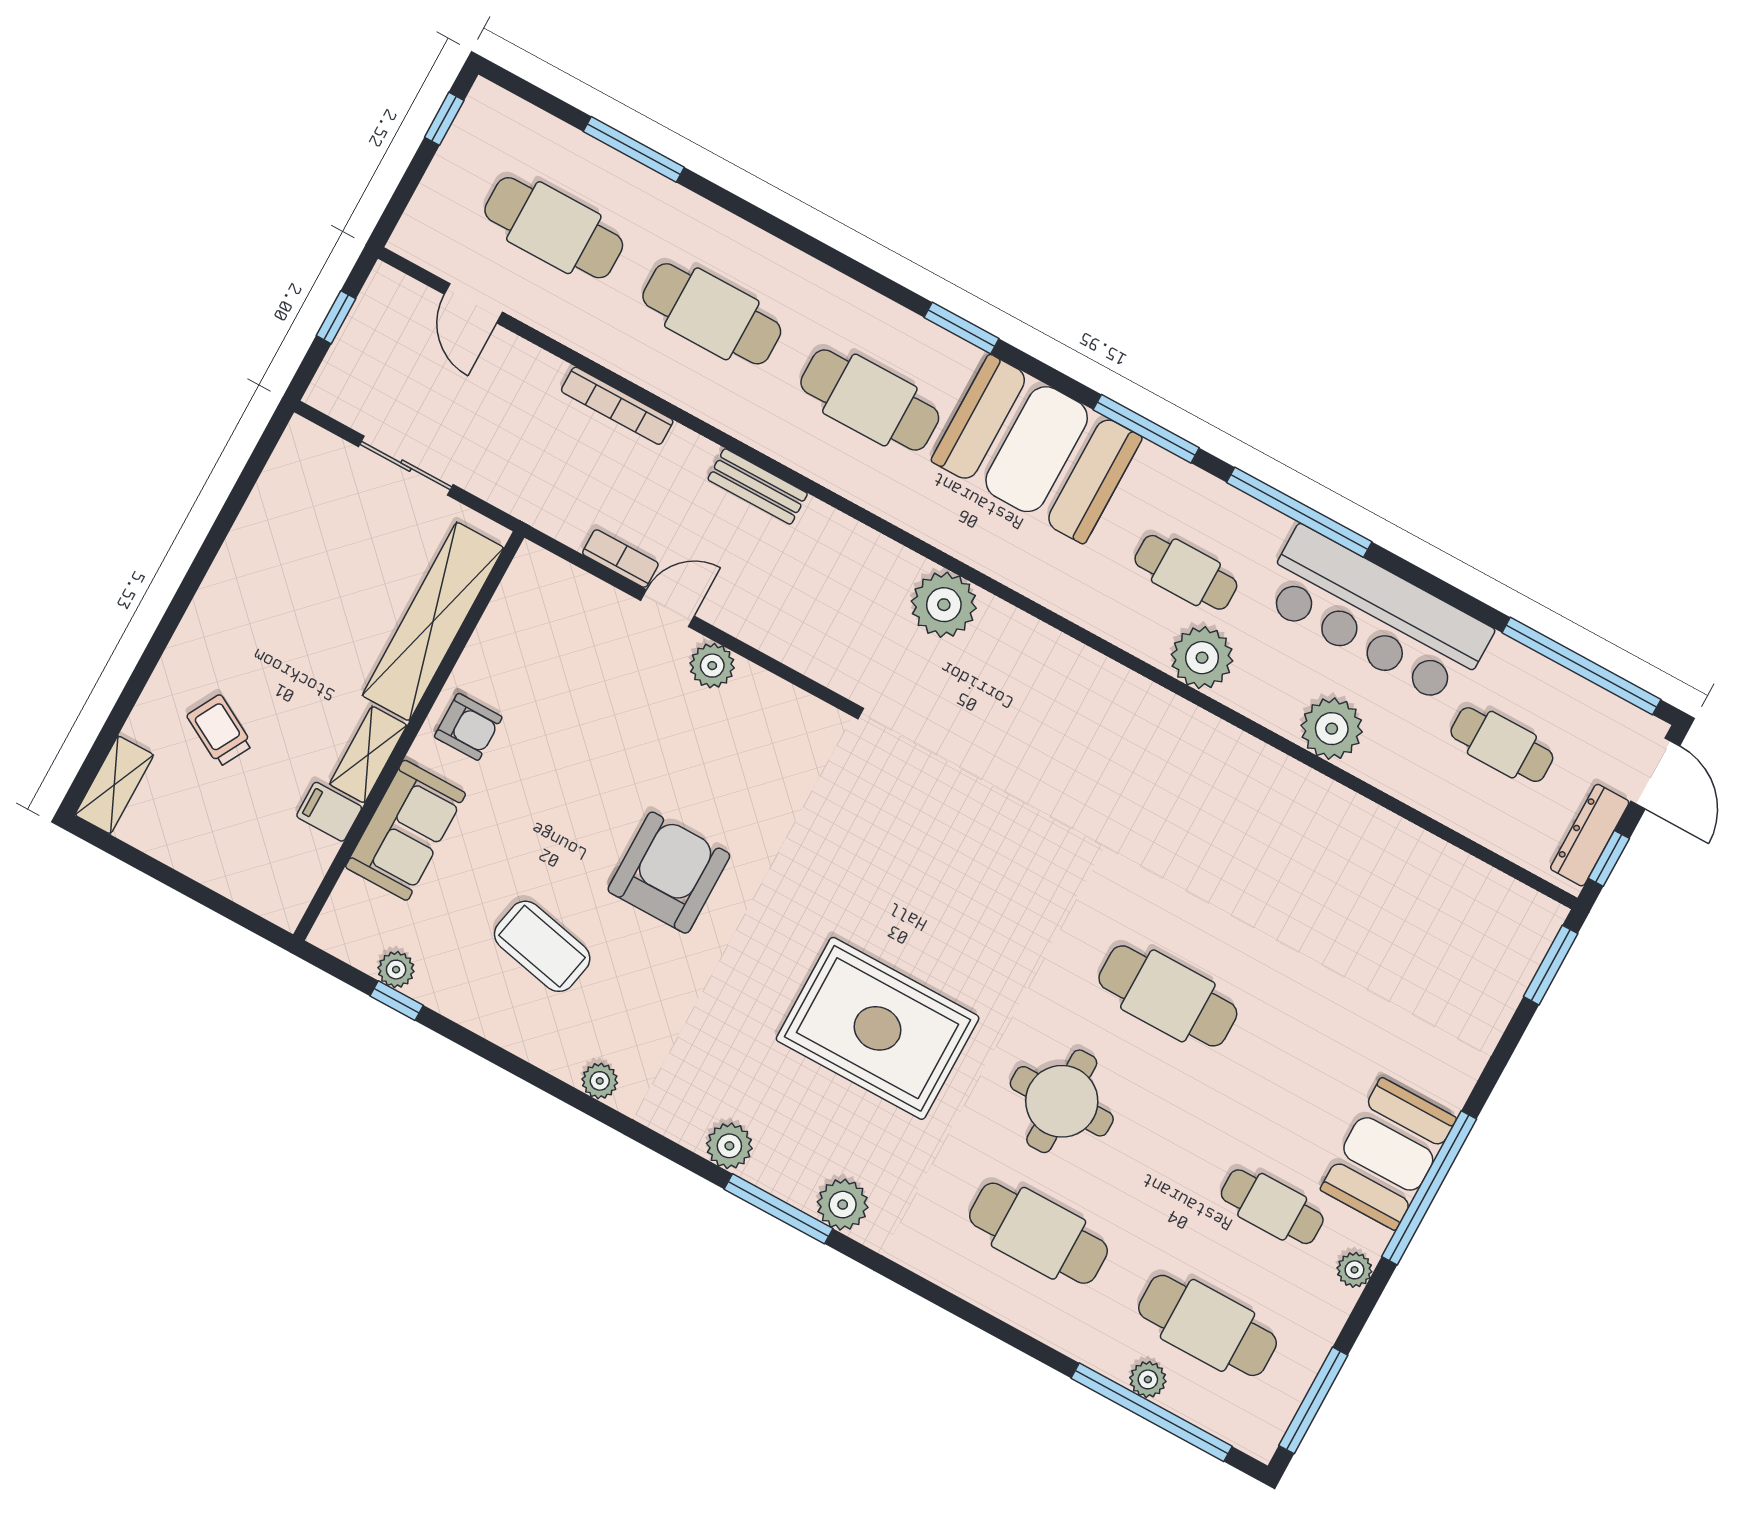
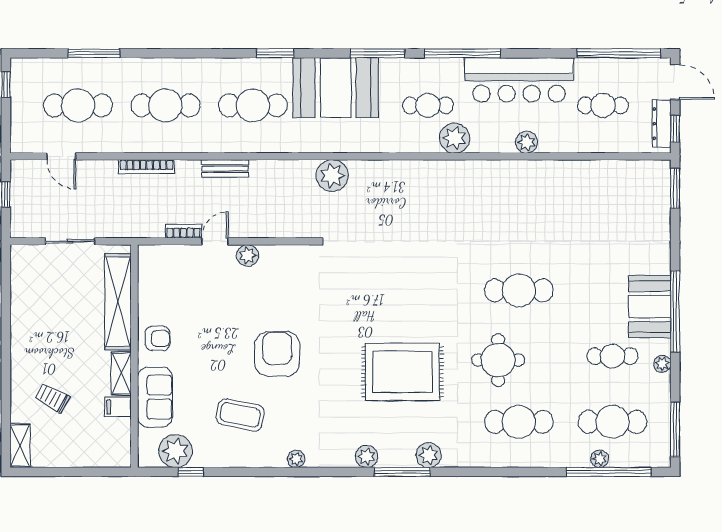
plant: (1332, 729) -> (527, 142), width x0.73, depth x0.73
plant: (396, 970) -> (175, 451), width x1.87, depth x1.87

